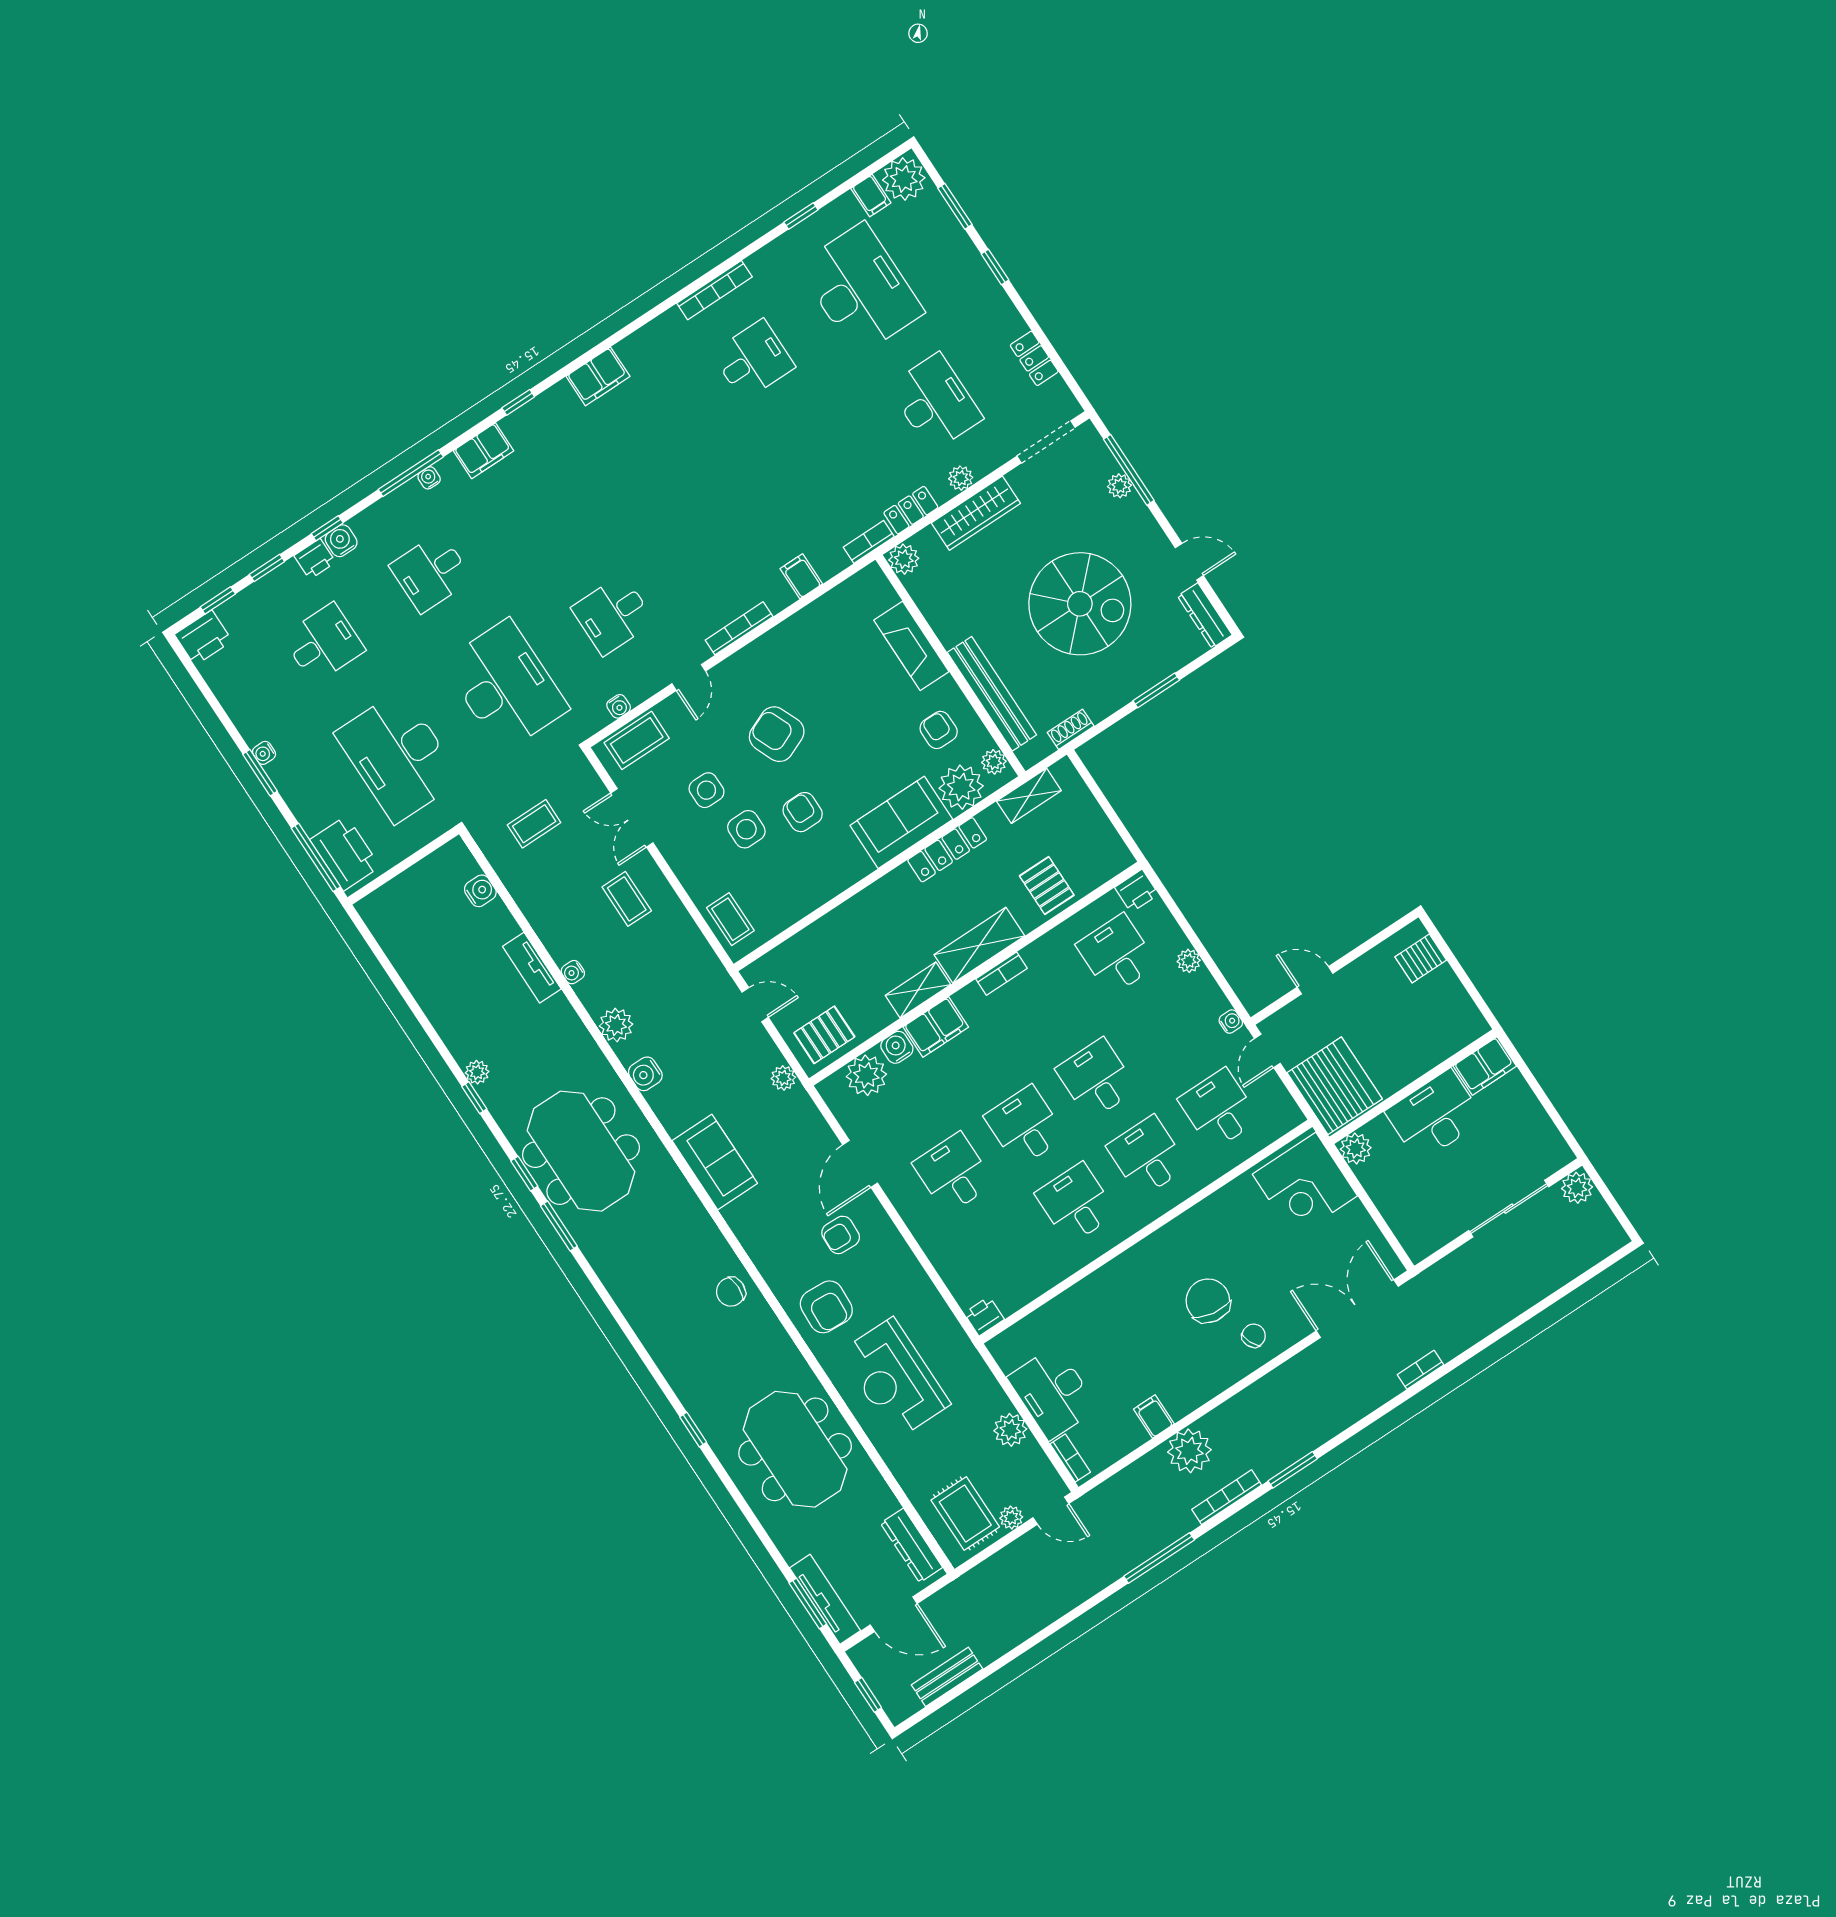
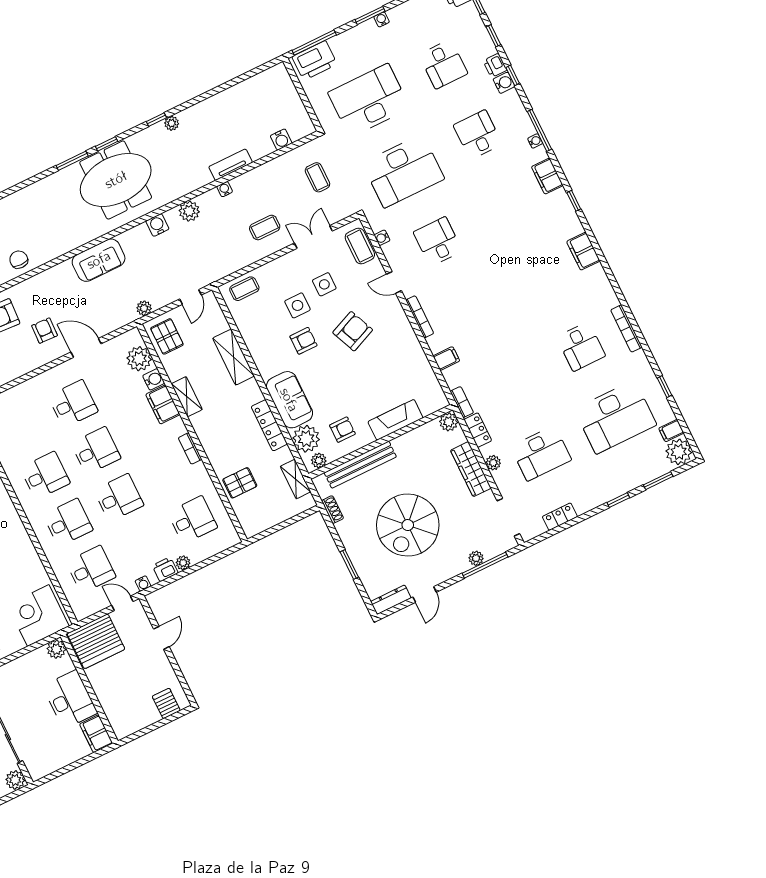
printer: (1137, 891) -> (165, 569), moved, turned 90
shelving: (979, 945) -> (234, 357), moved

